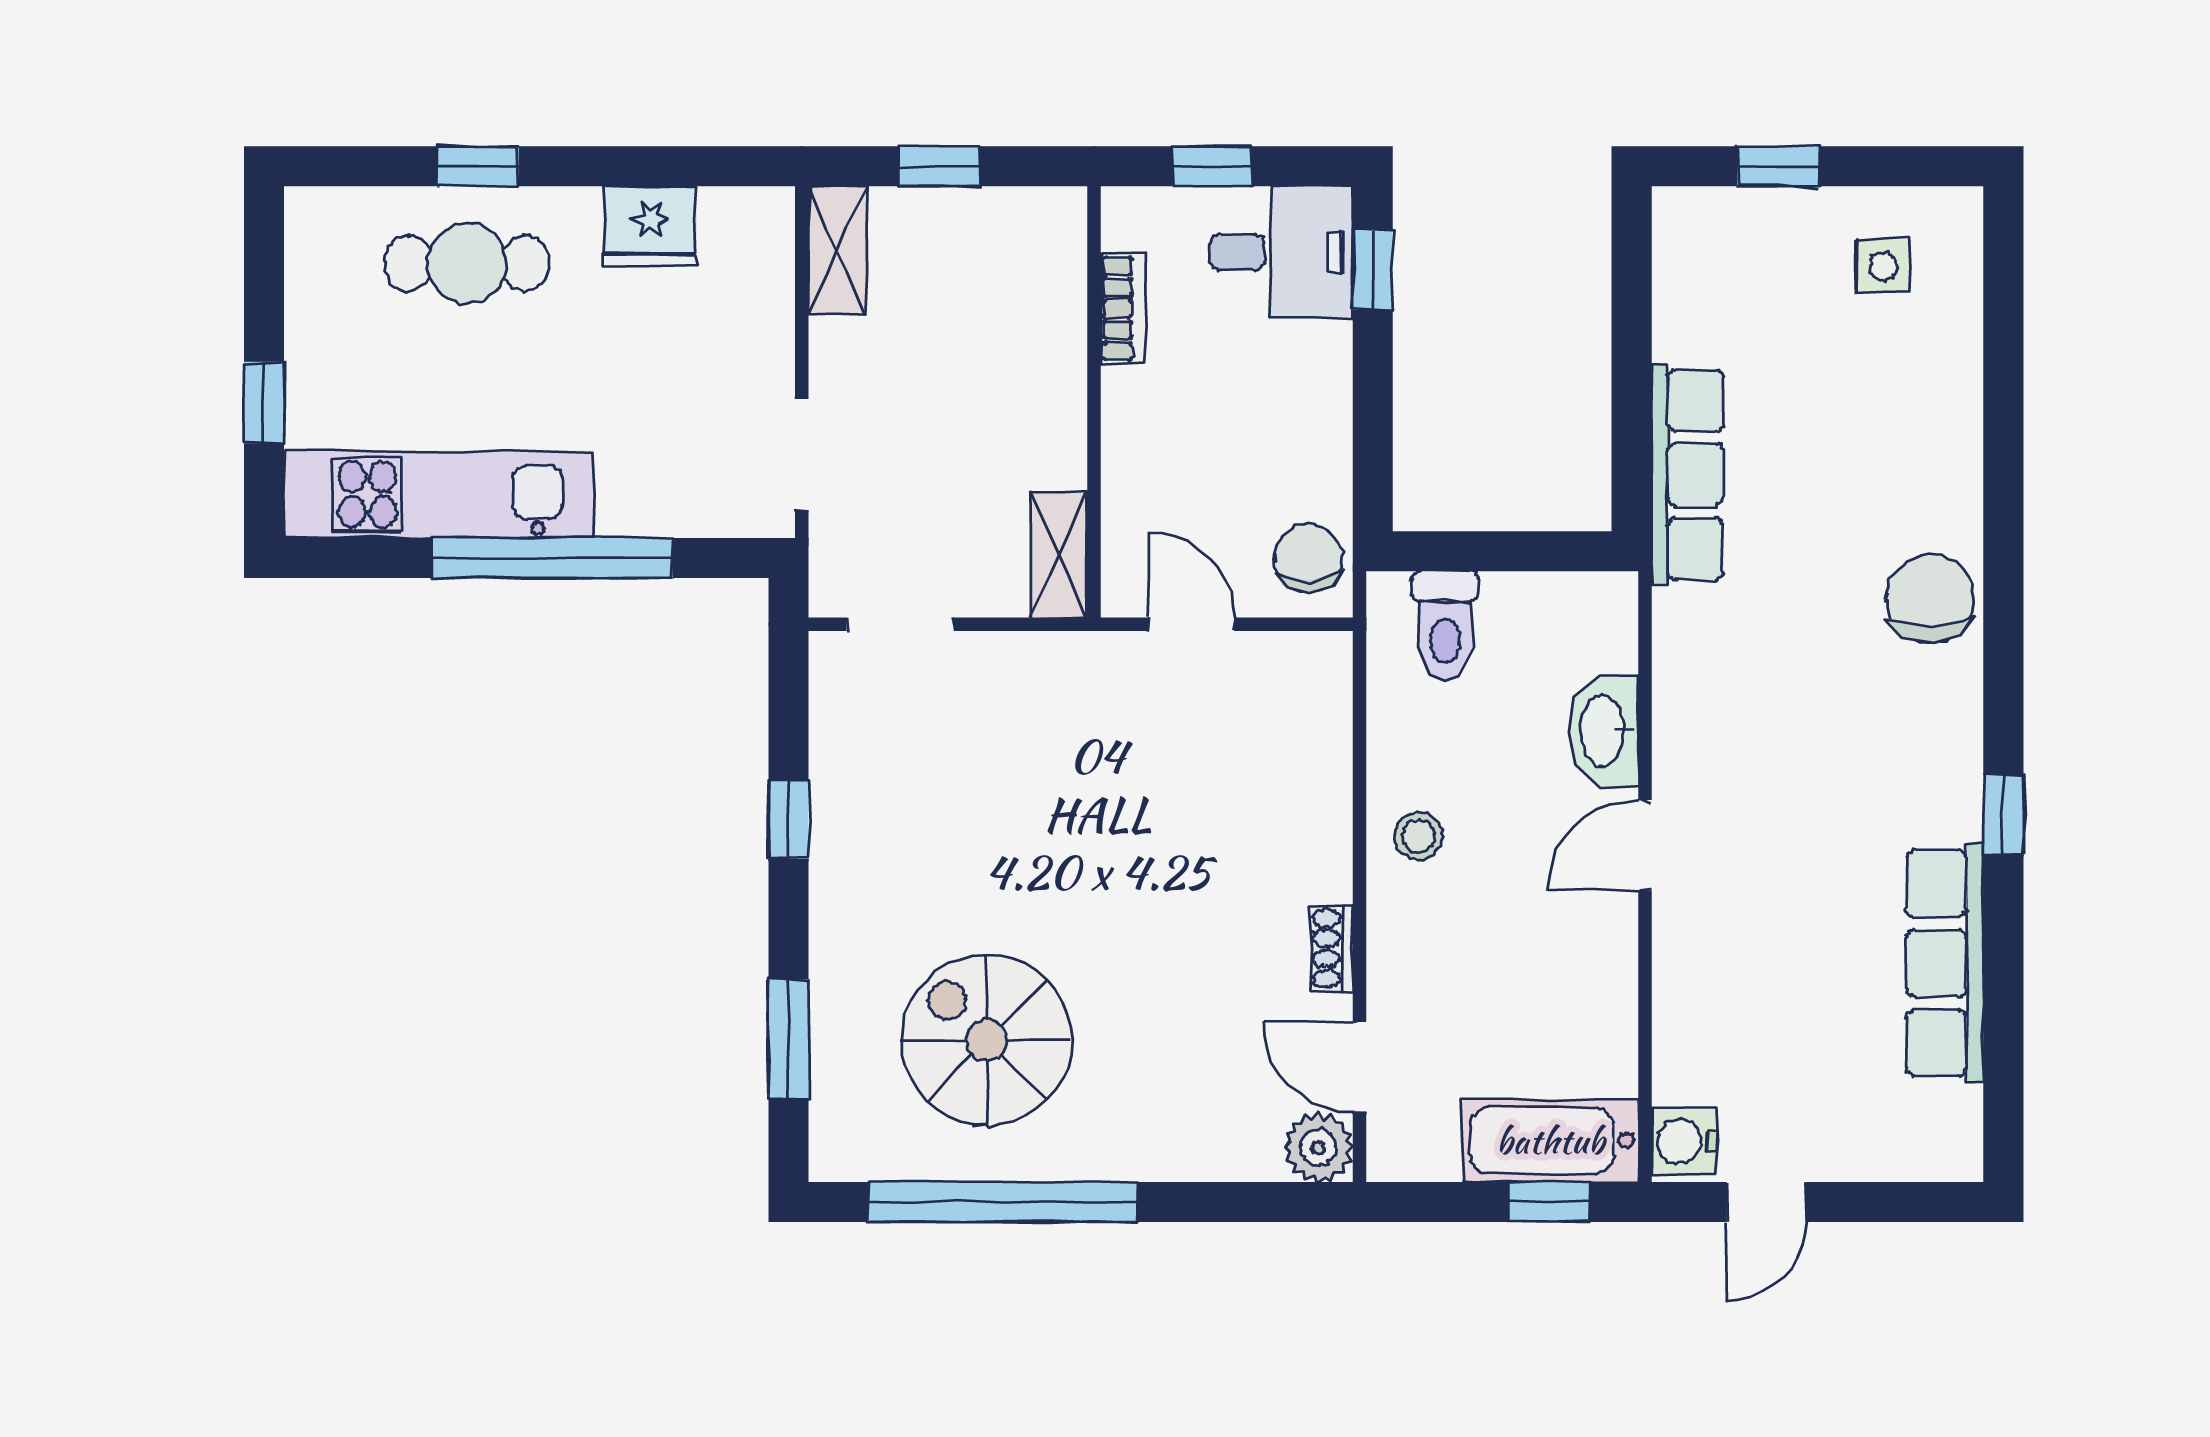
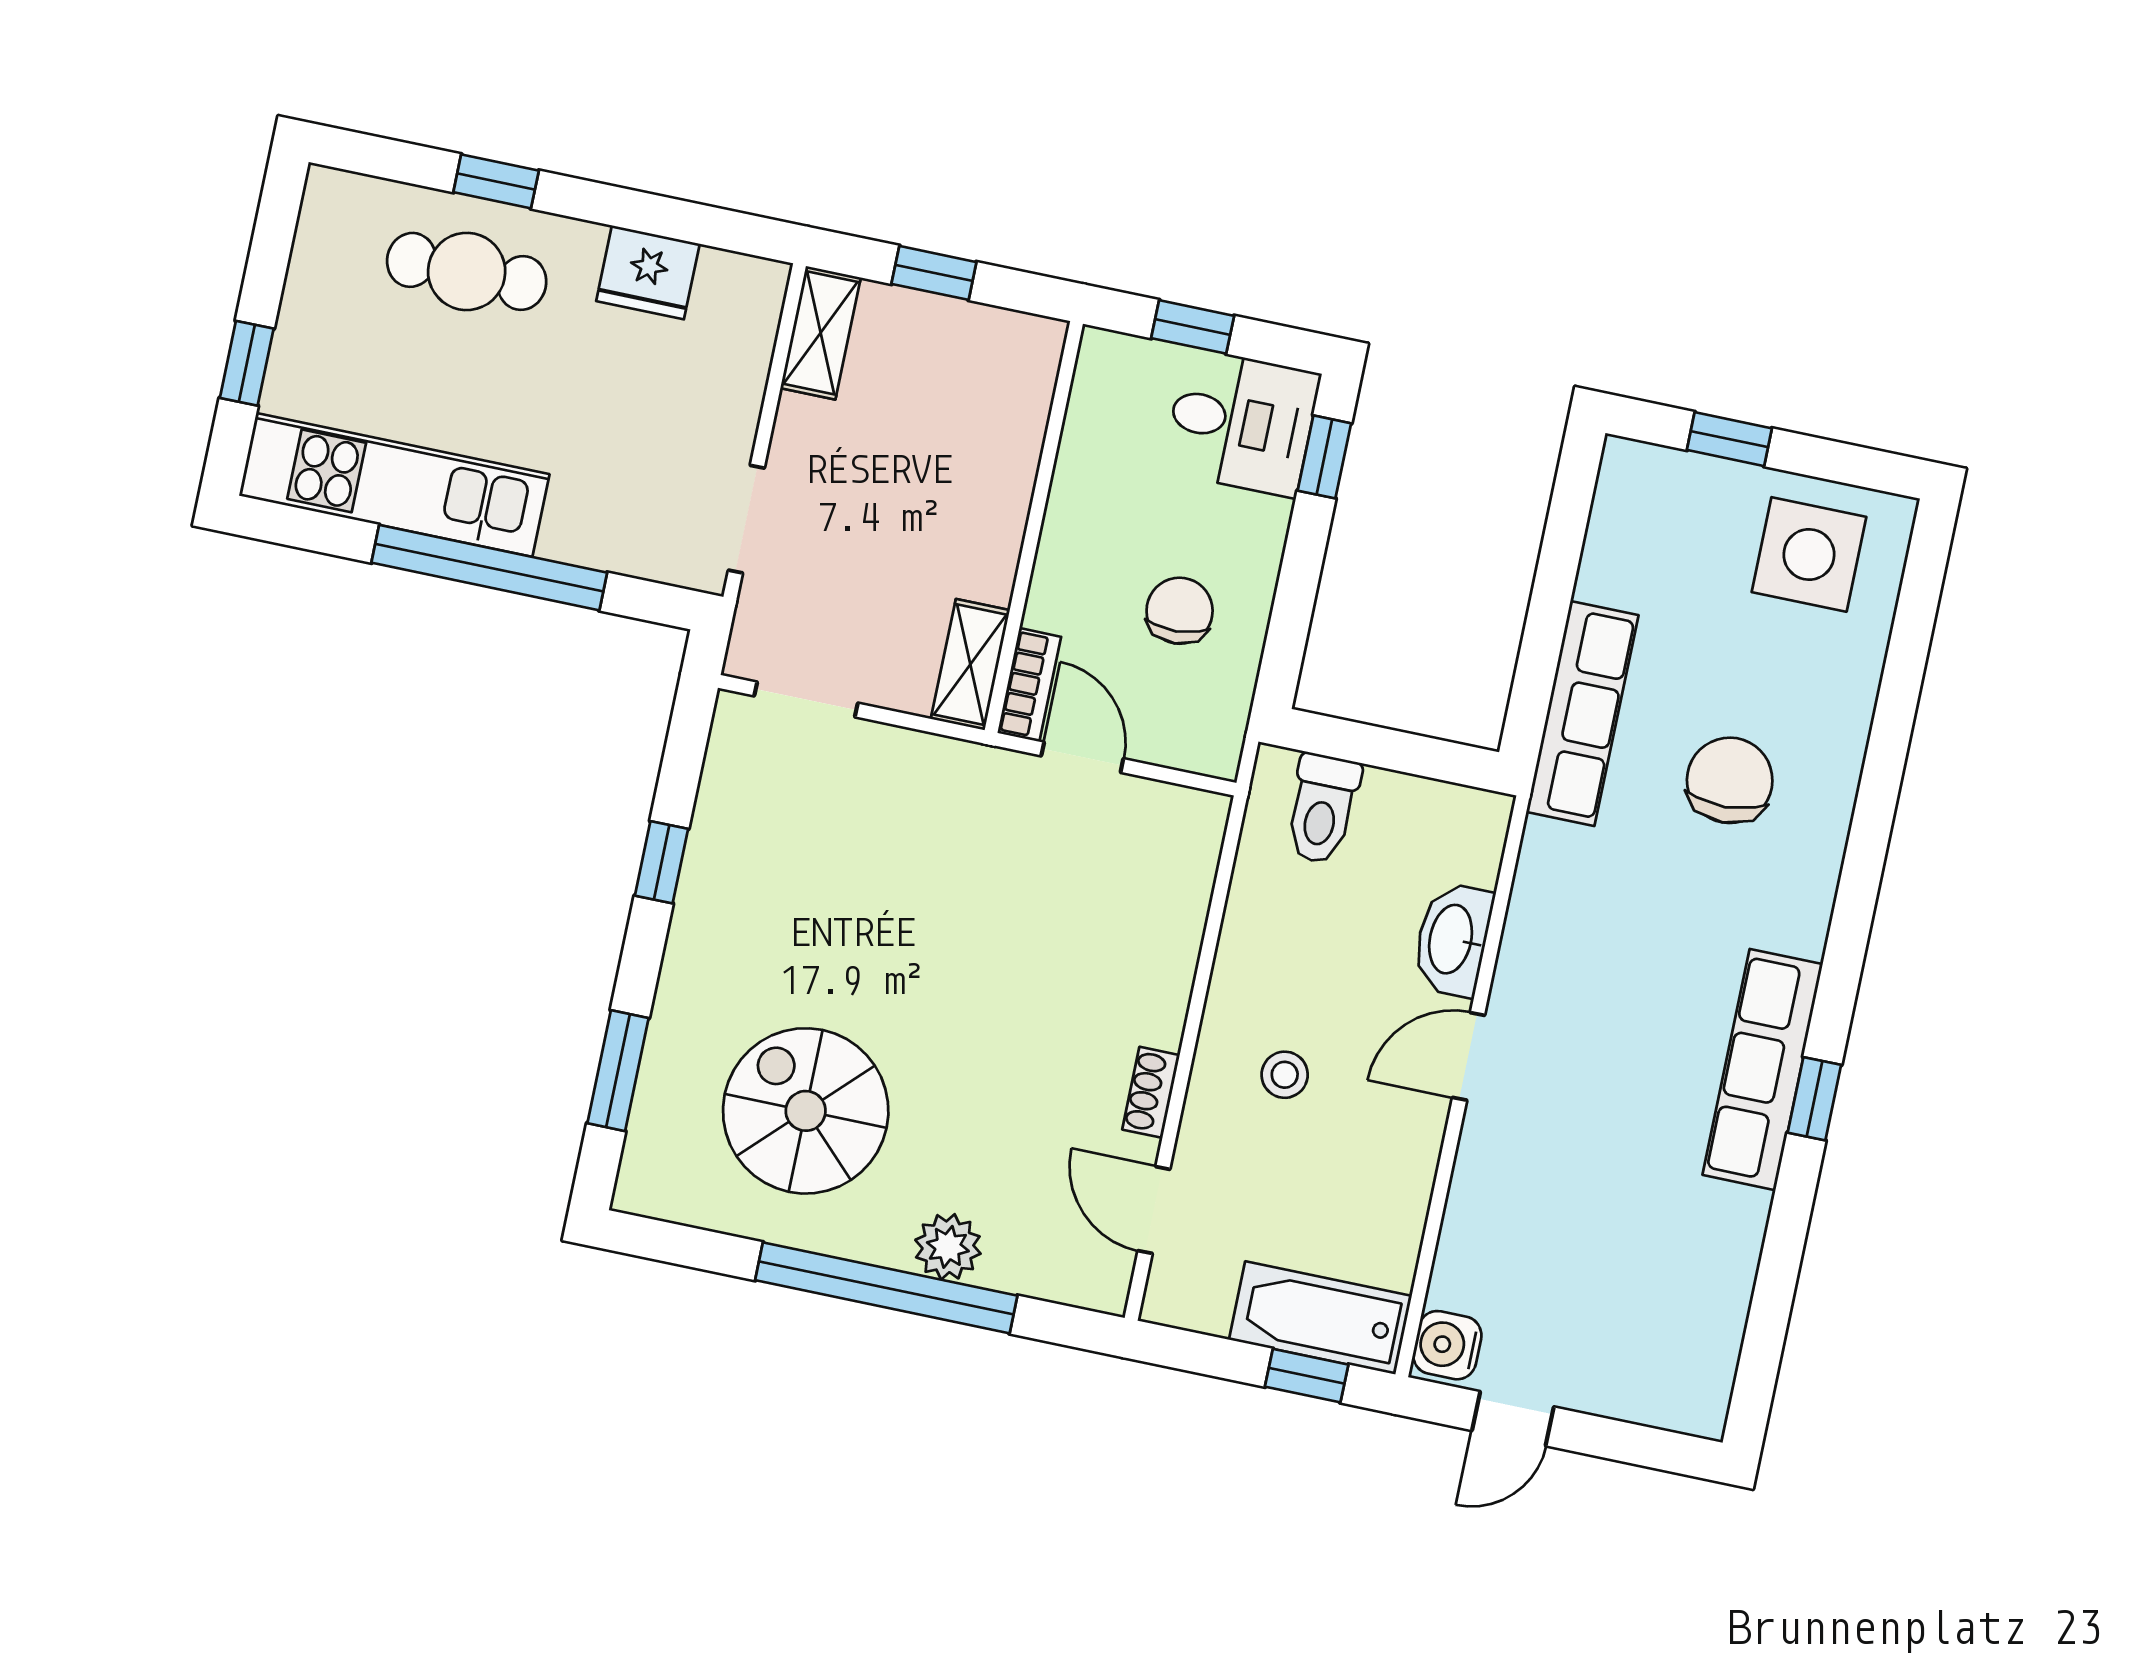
side table: (1883, 266) -> (1809, 554), width x1.87, depth x1.87
bookcase: (1123, 309) -> (1029, 685), moved
chair: (1308, 558) -> (1180, 611), moved
chair: (1930, 599) -> (1730, 780), moved
stool: (1419, 836) -> (1285, 1075), moved
row of seats: (1945, 963) -> (1763, 1070), moved
plant: (1318, 1147) -> (948, 1247), moved
window: (1003, 1202) -> (886, 1288), moved

